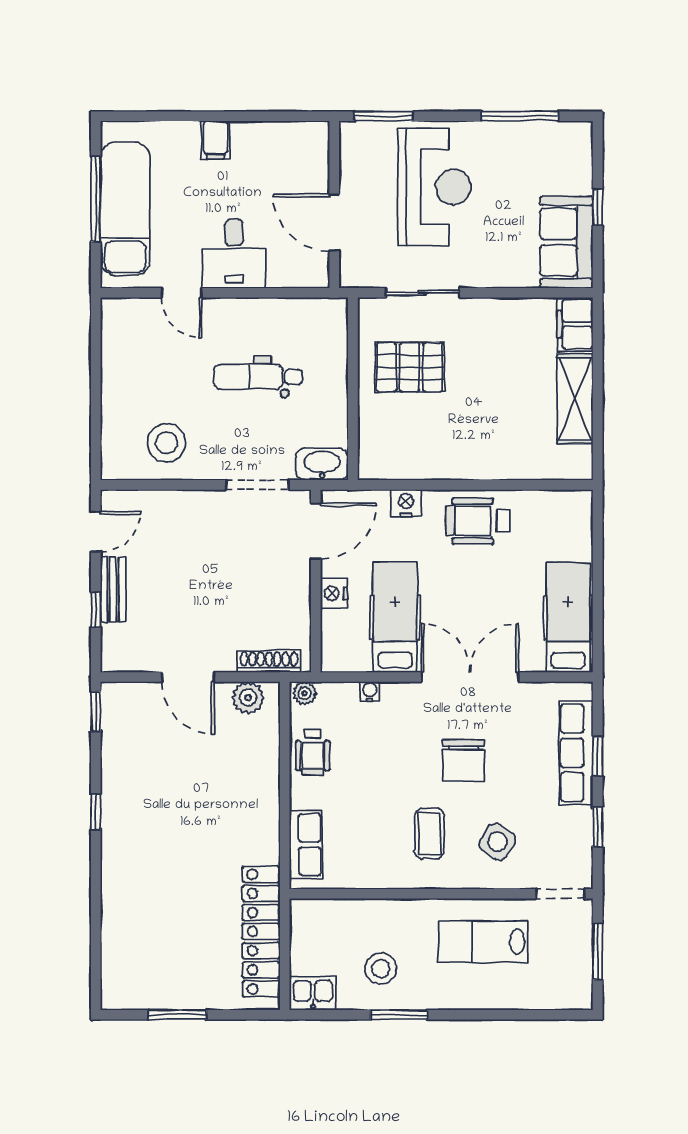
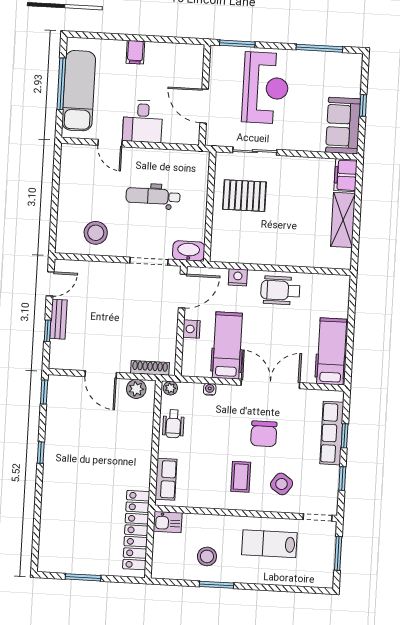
kitchen sink: (313, 993) -> (168, 522), moved, turned 180

